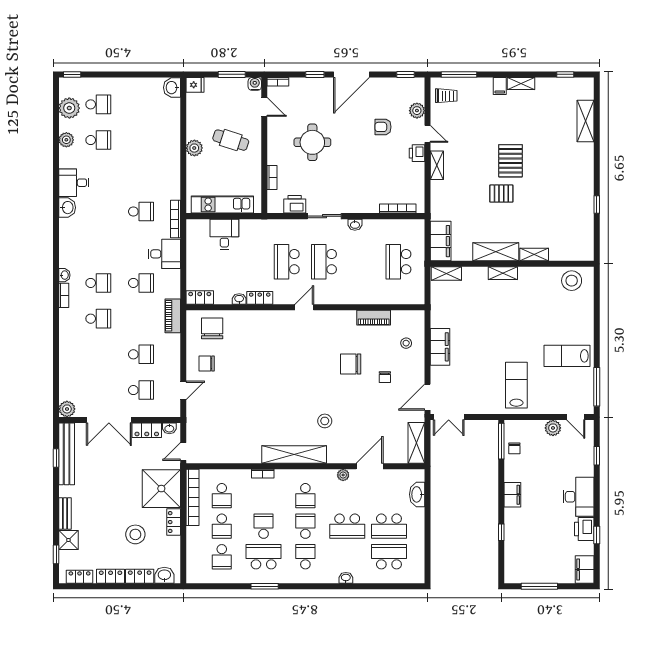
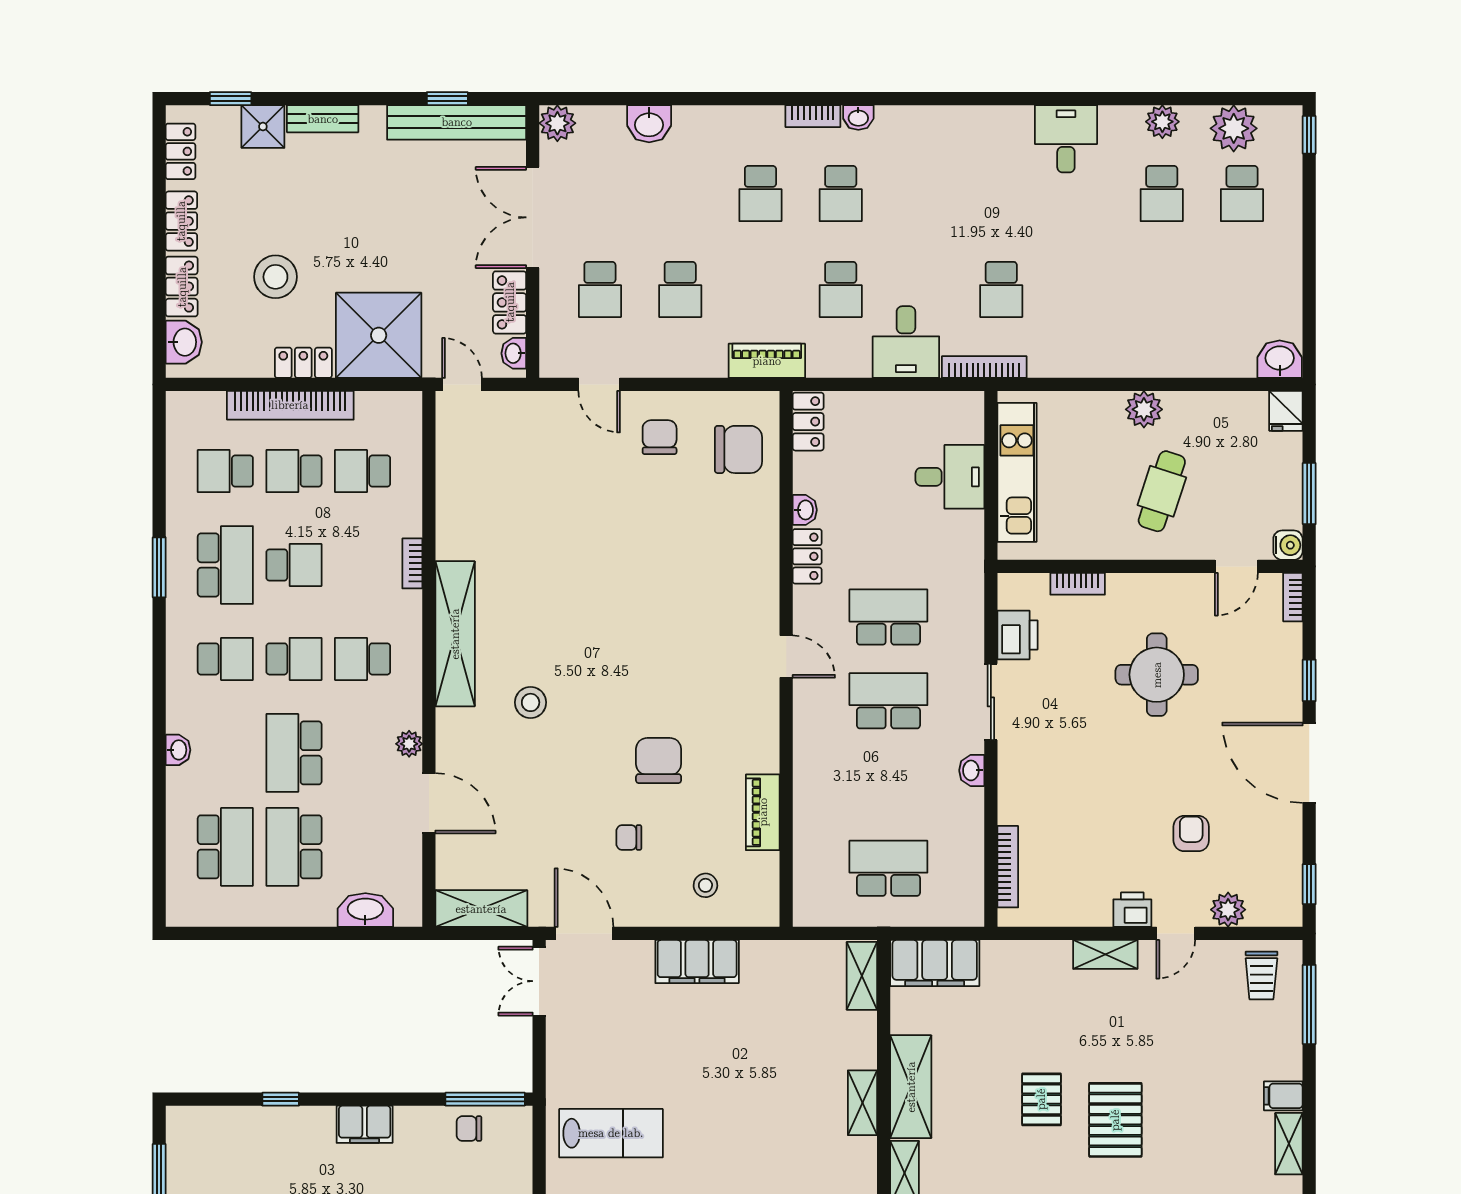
pallet: (510, 161) -> (1115, 1120), turned 90
washbasin: (67, 208) -> (649, 124), moved
bookcase: (193, 497) -> (290, 405), moved

